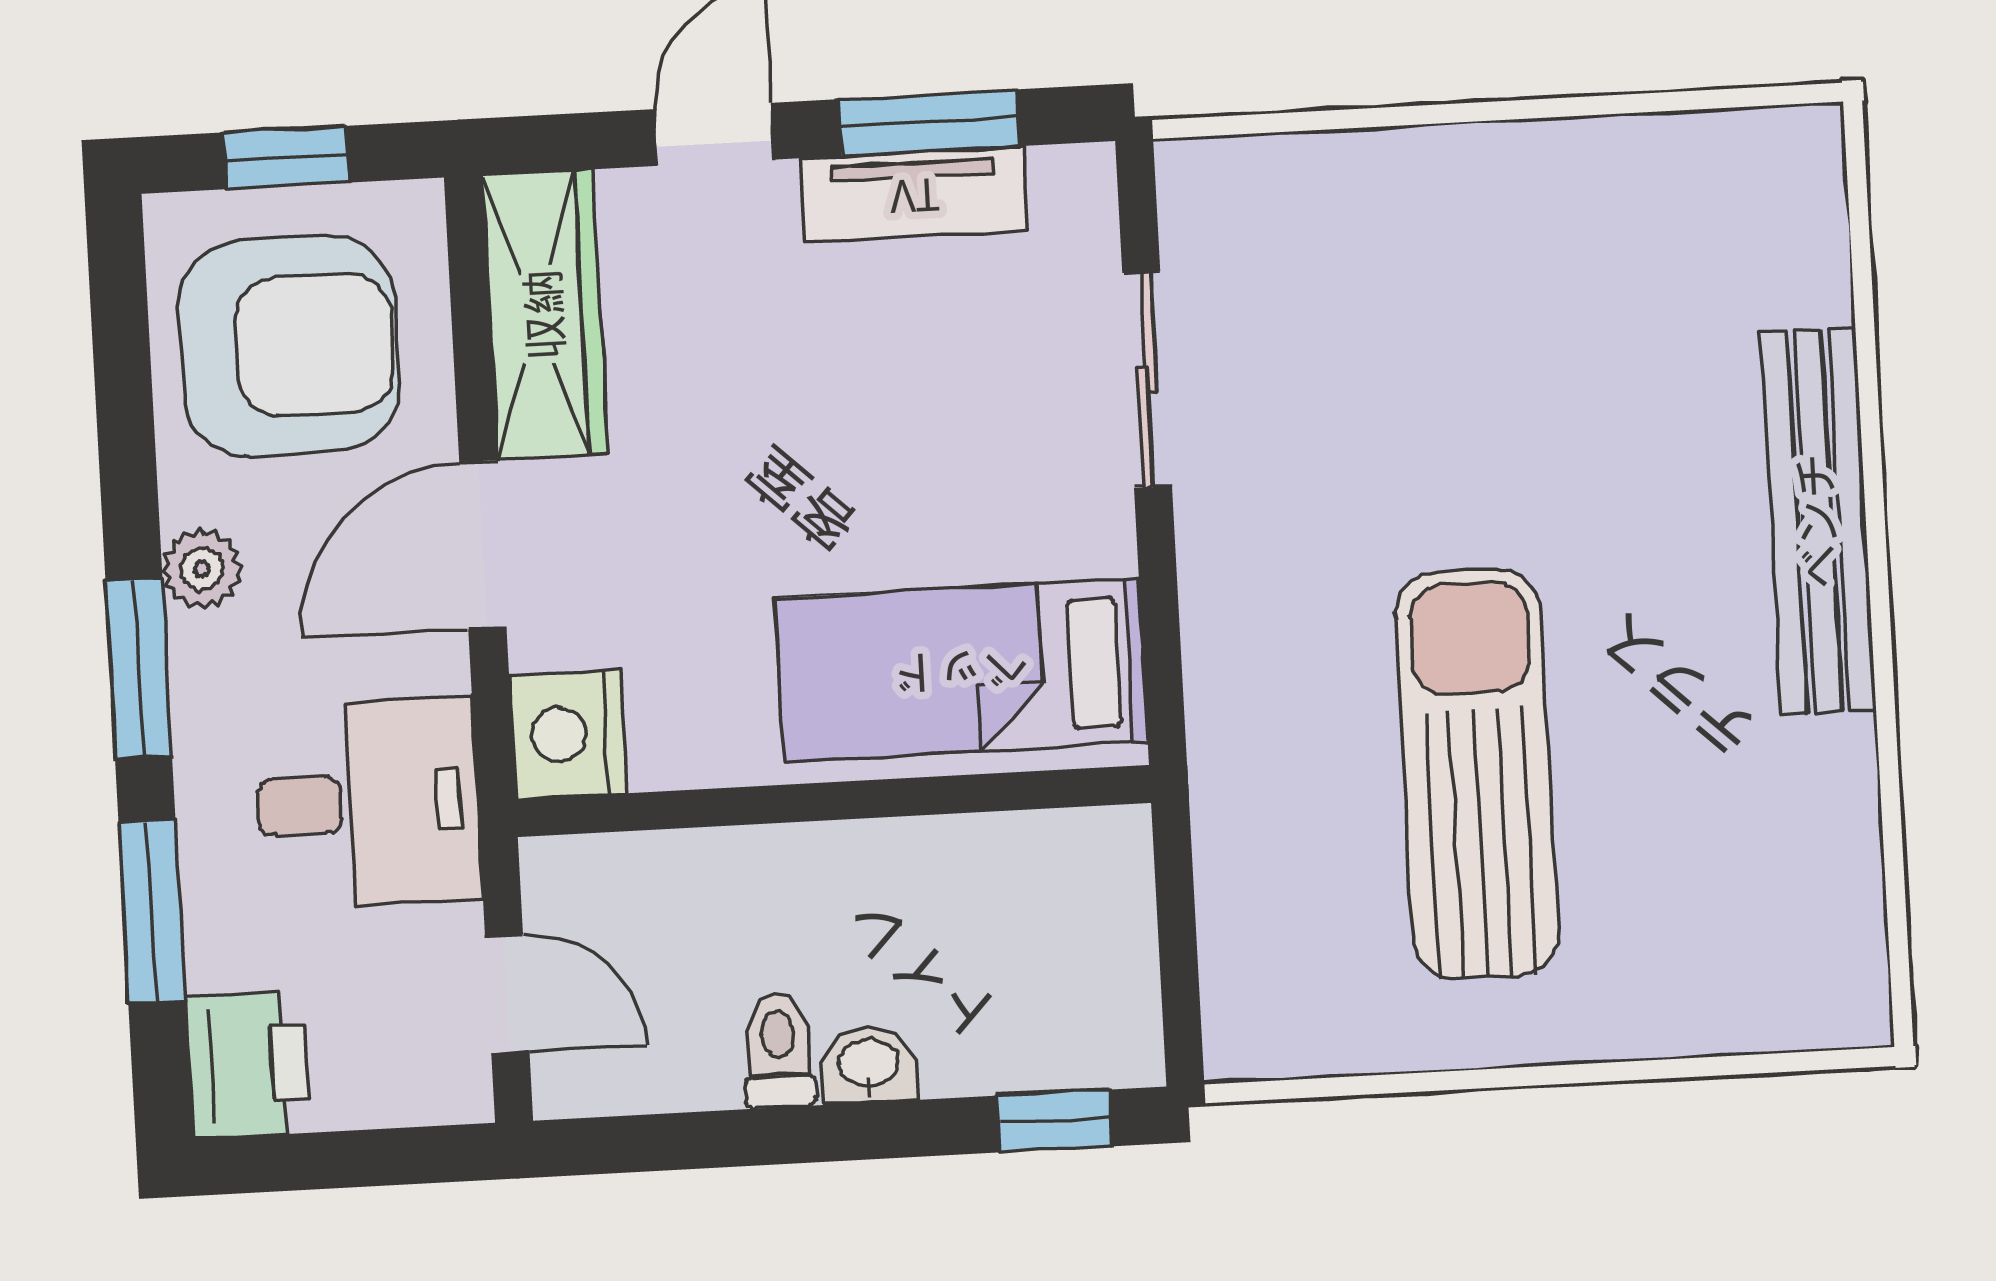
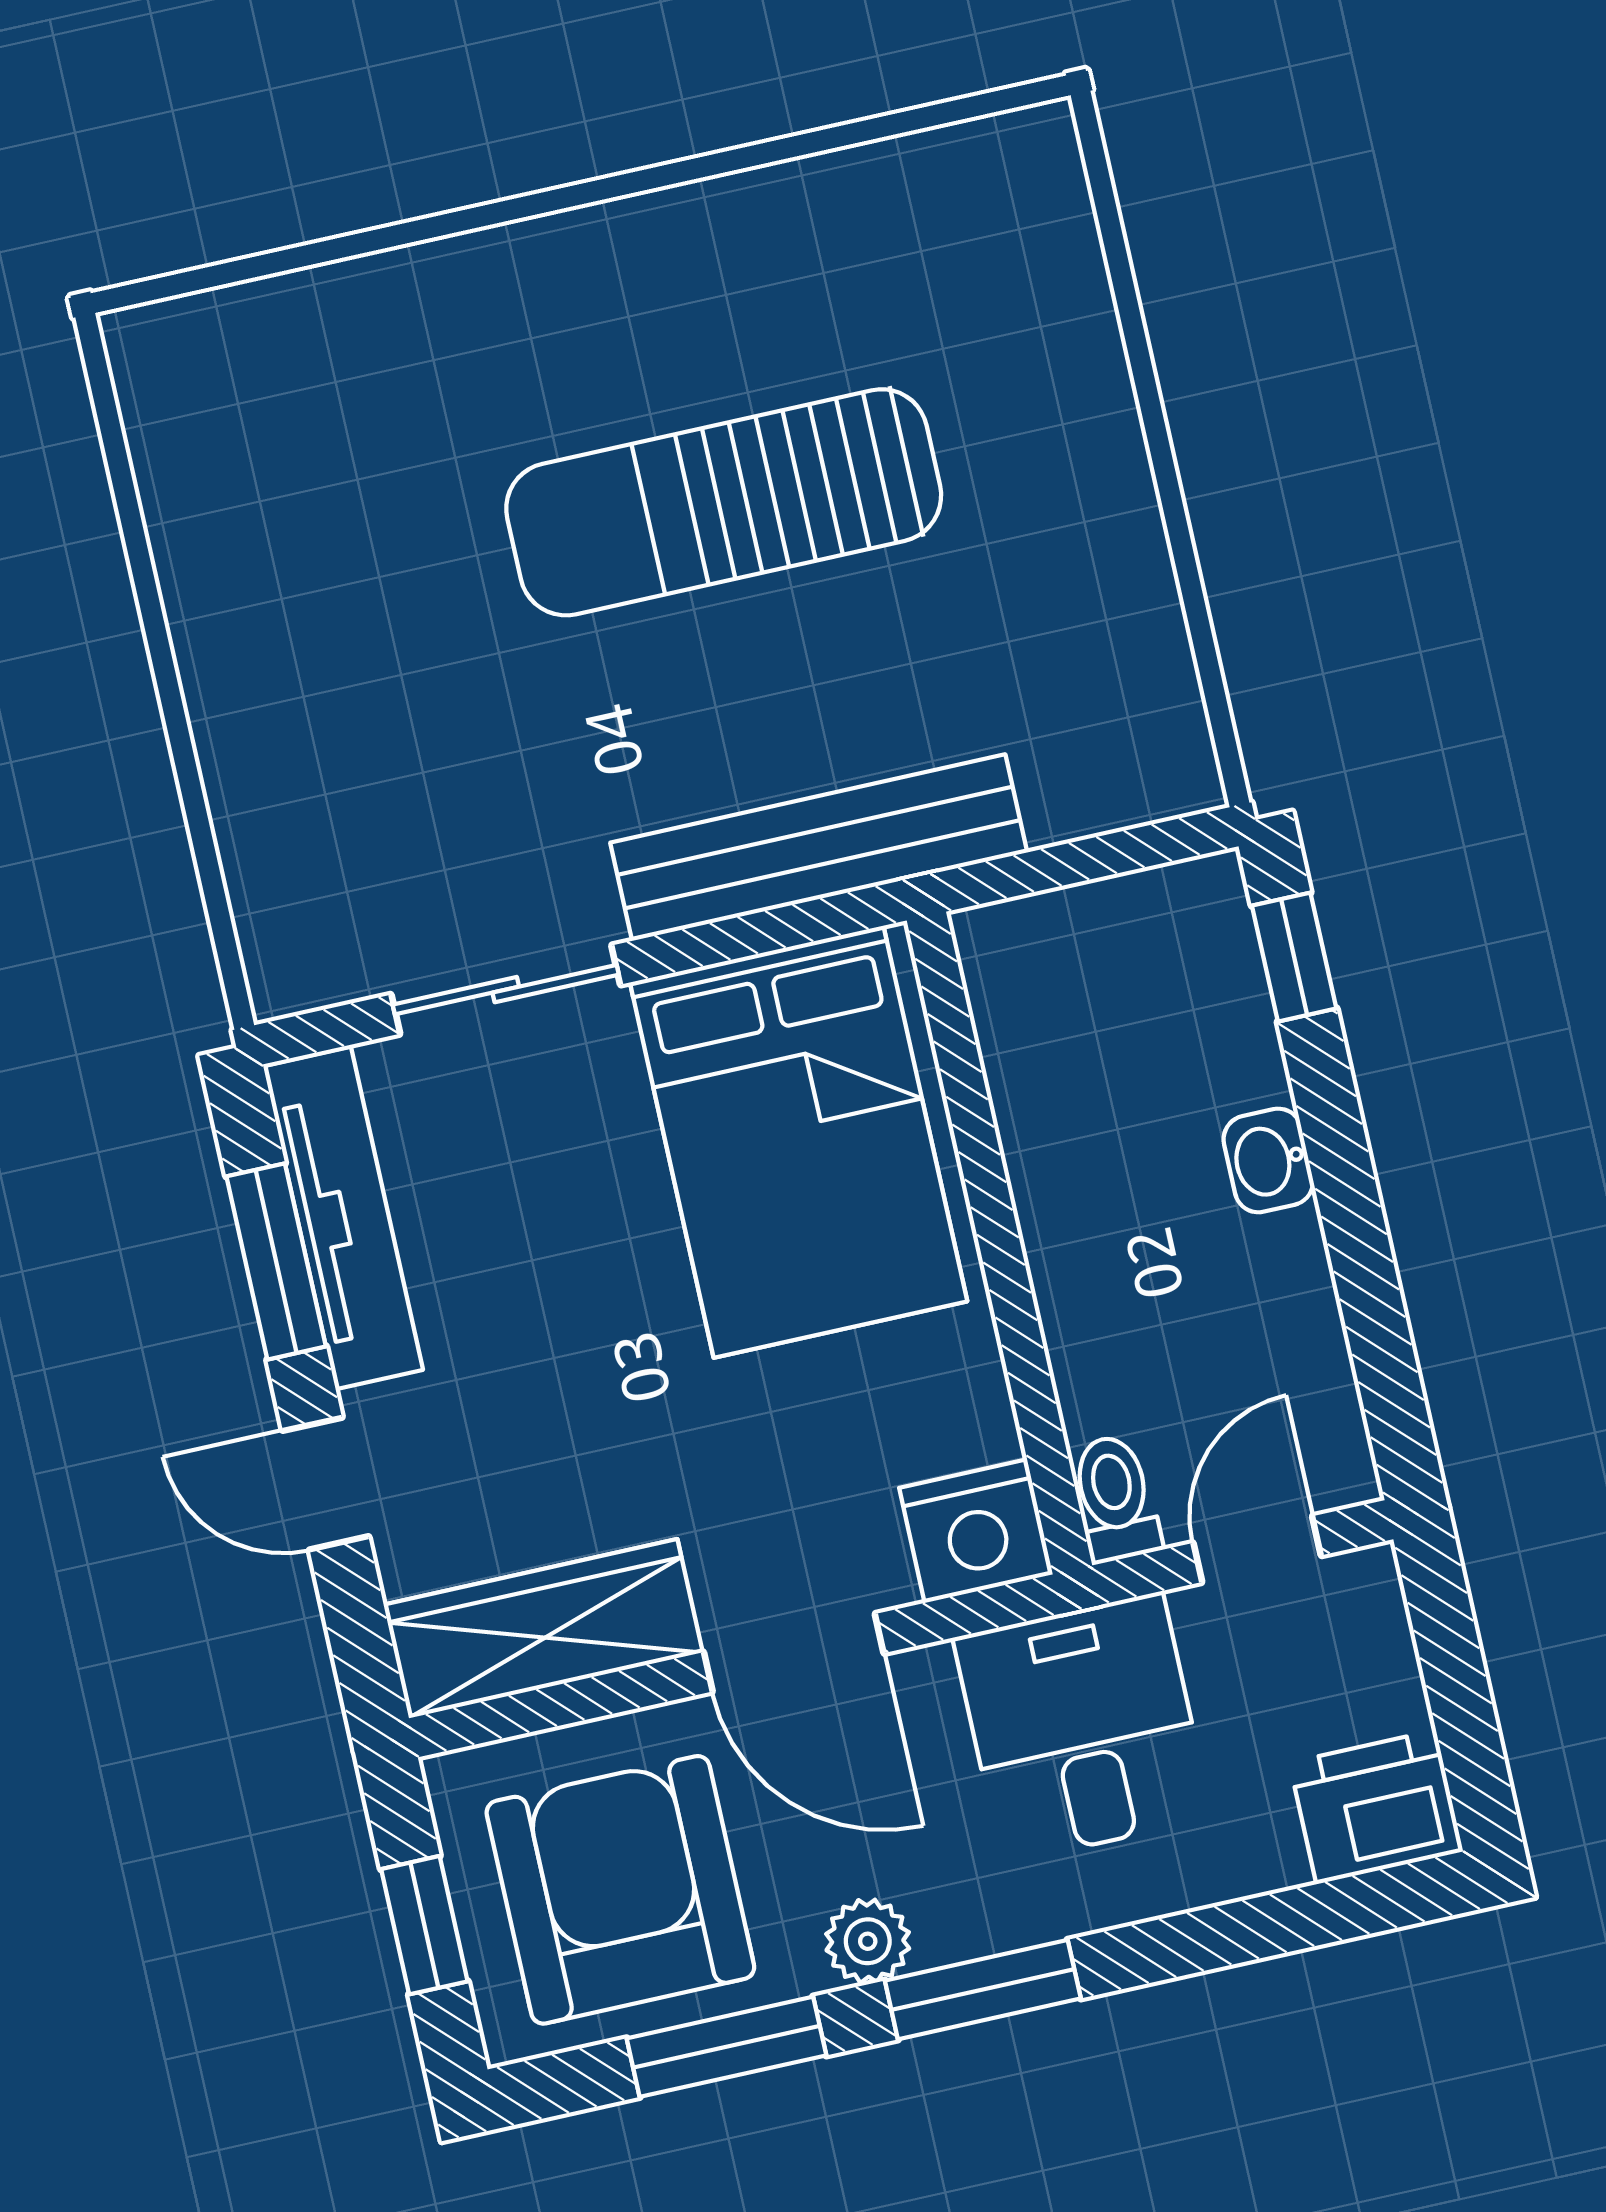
tv unit: (914, 195) -> (343, 1218), width x1.41
bench: (1818, 521) -> (819, 848), moved
bed: (961, 670) -> (799, 1142), width x1.50
sun lounger: (1477, 774) -> (724, 502), moved
window: (152, 912) -> (726, 2047), moved
toilet: (778, 1050) -> (1115, 1498), moved, turned 90

